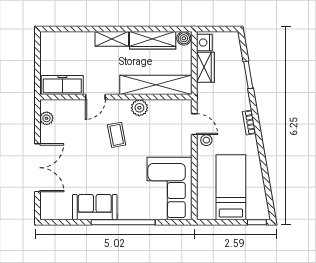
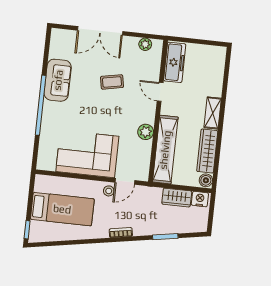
coffee table: (117, 135) -> (112, 82), moved
corner sofa: (170, 188) -> (87, 154), moved

